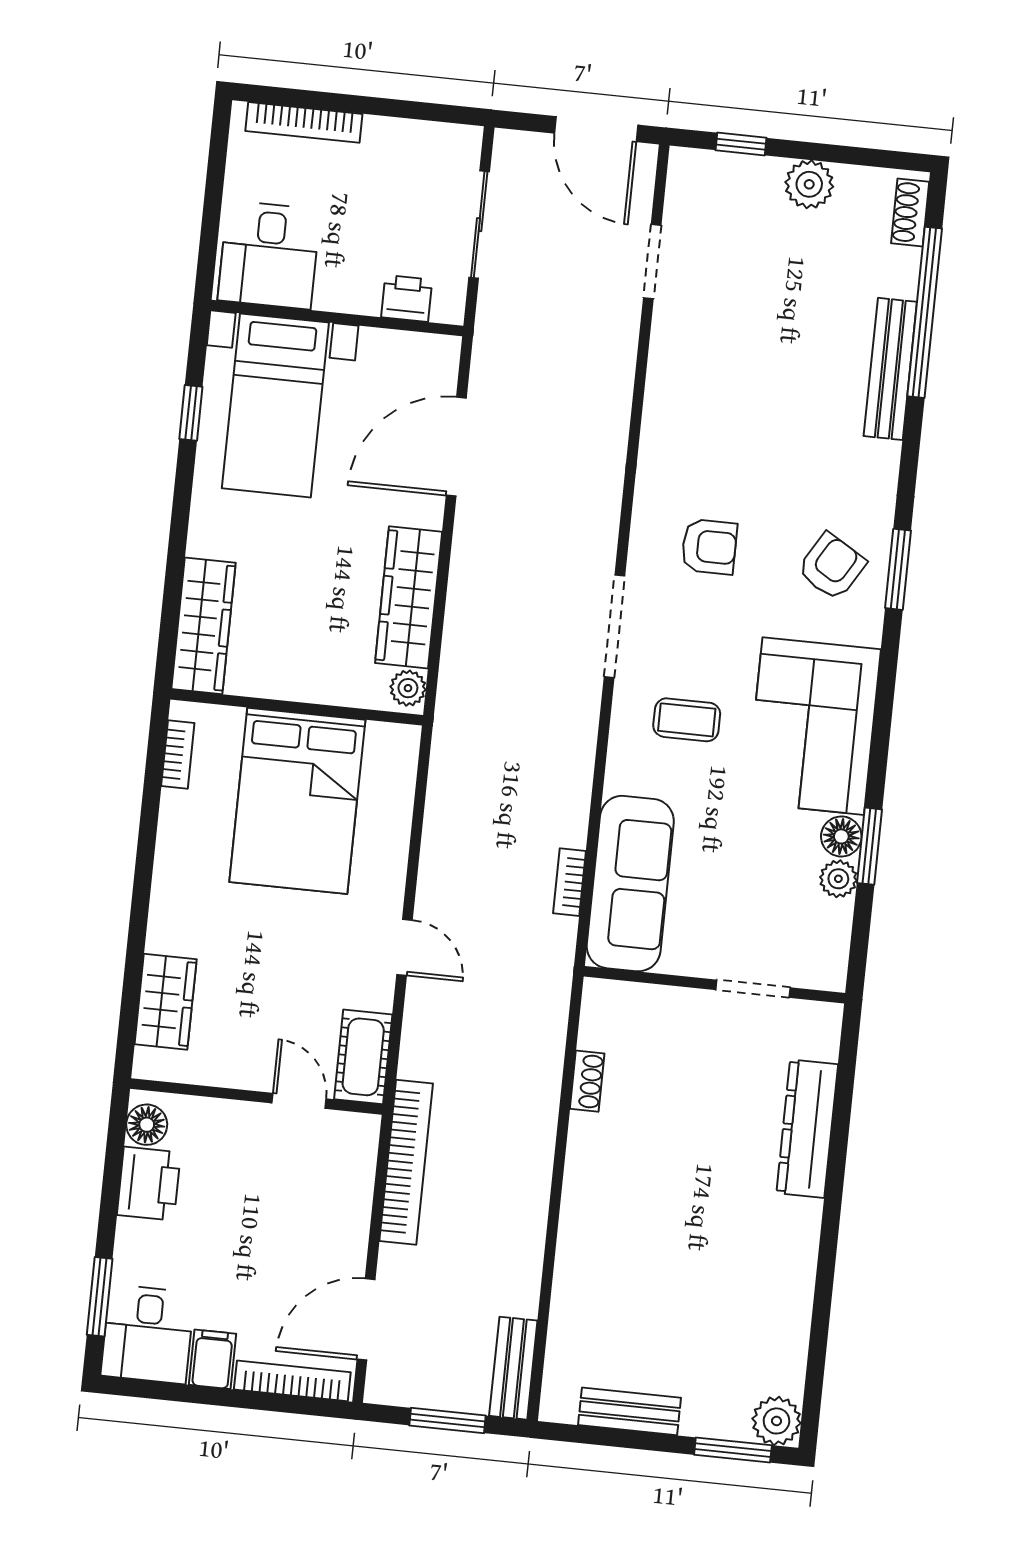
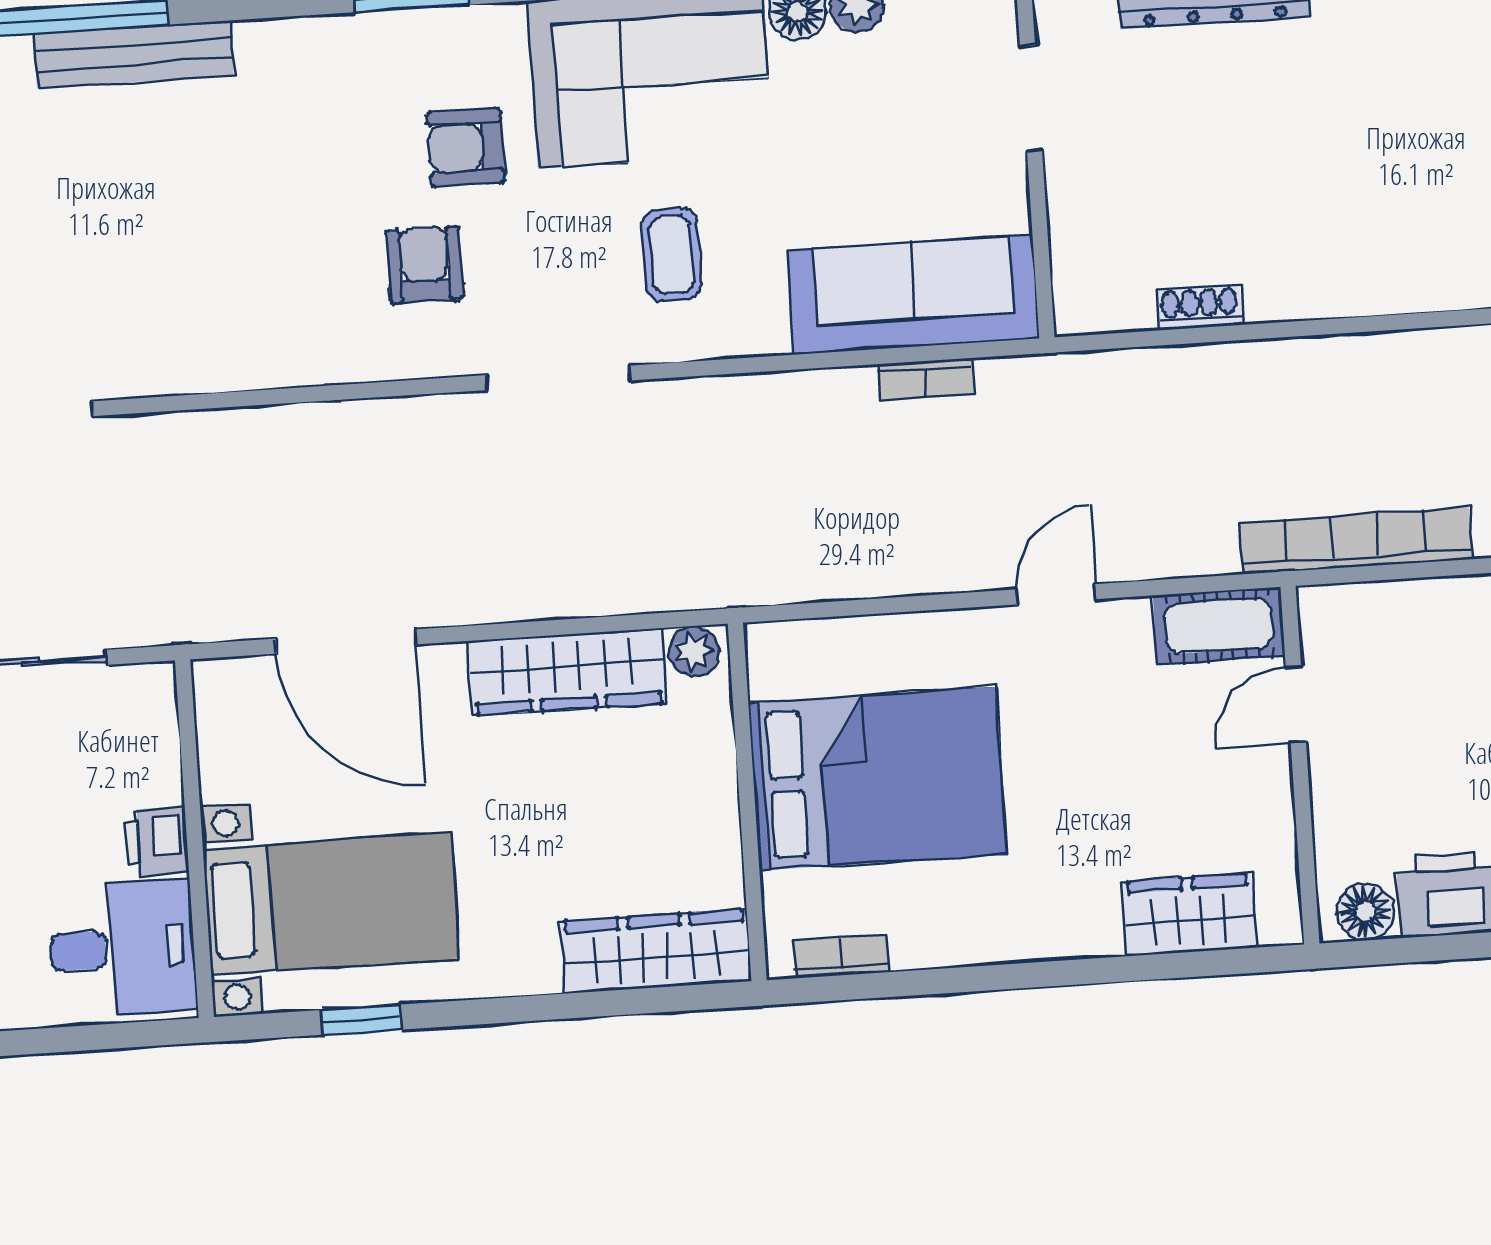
printer: (407, 298) -> (157, 841), moved
armchair: (832, 567) -> (466, 147), moved, turned -31

